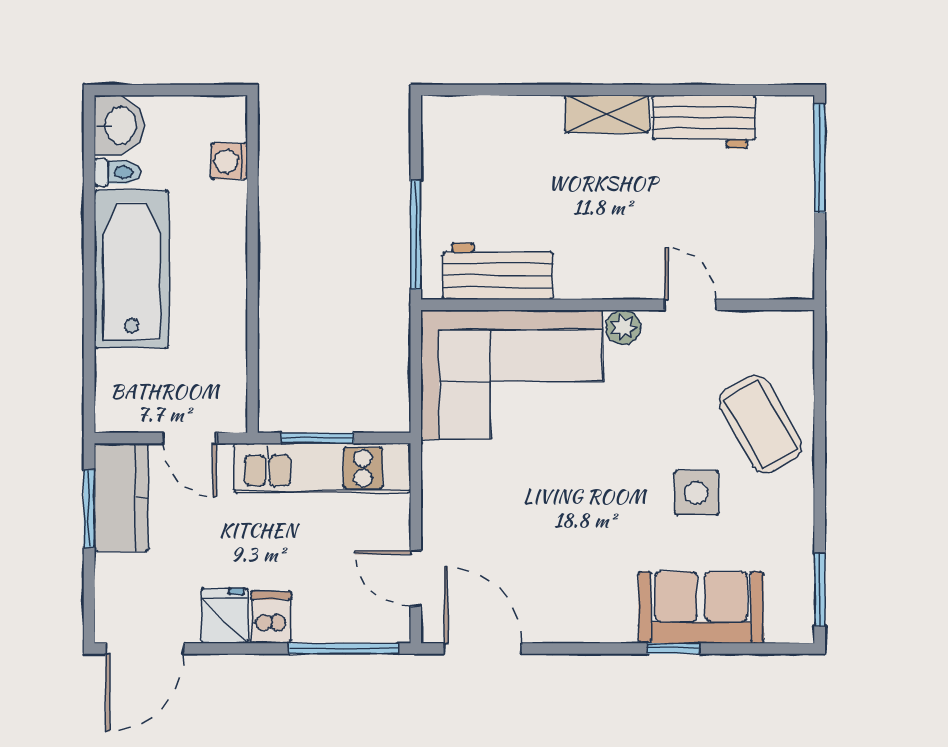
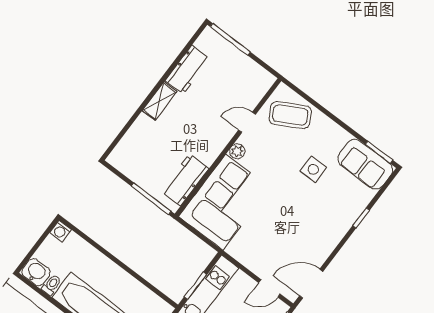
washing machine: (229, 161) -> (60, 231), moved
coffee table: (761, 424) -> (290, 115), moved
sofa: (701, 607) -> (365, 164), moved, turned -90

